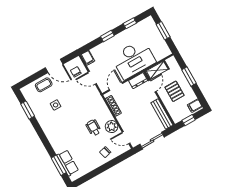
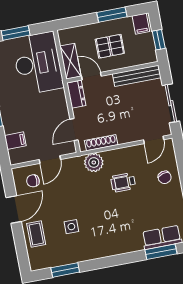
filing cabinet: (88, 58) -> (15, 141), moved
desk: (134, 59) -> (38, 63), moved
window: (189, 77) -> (112, 15), moved
door: (116, 86) -> (74, 130), hinge flipped
plant: (112, 127) -> (94, 162), moved

